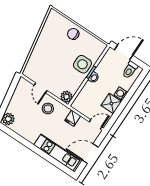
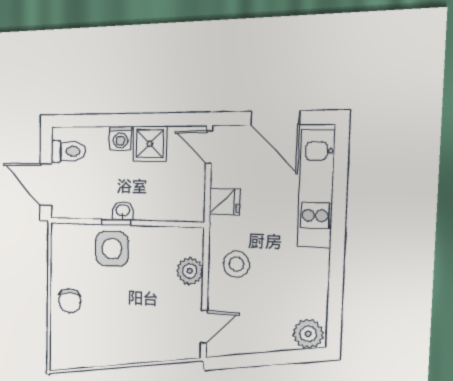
door: (41, 88) -> (204, 327), moved
plant: (66, 97) -> (190, 271), moved

